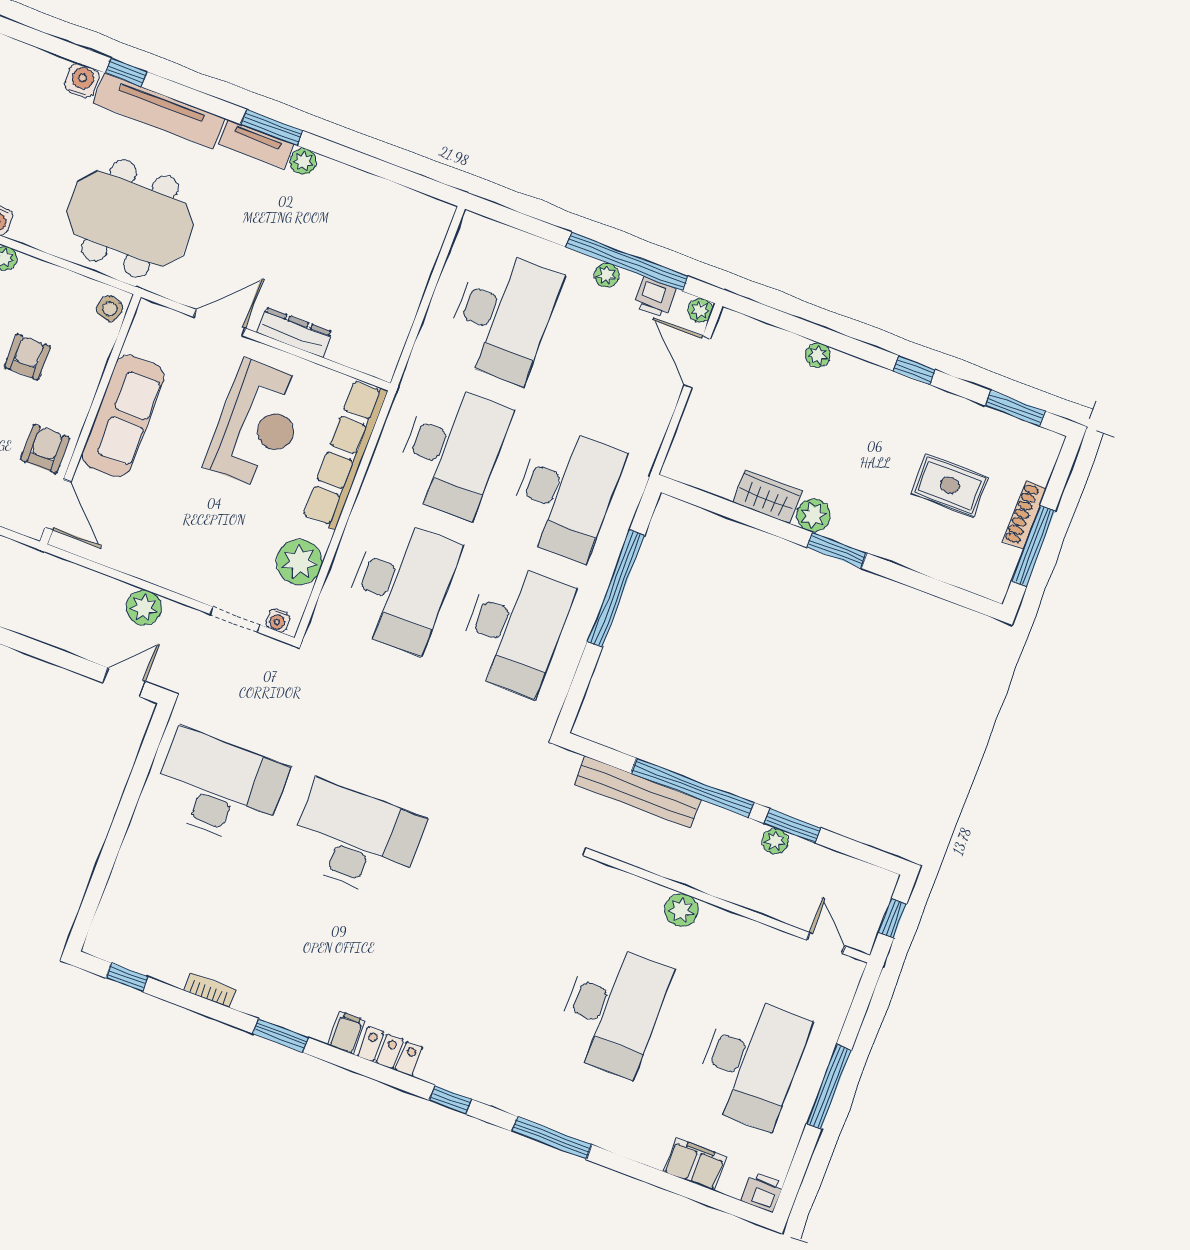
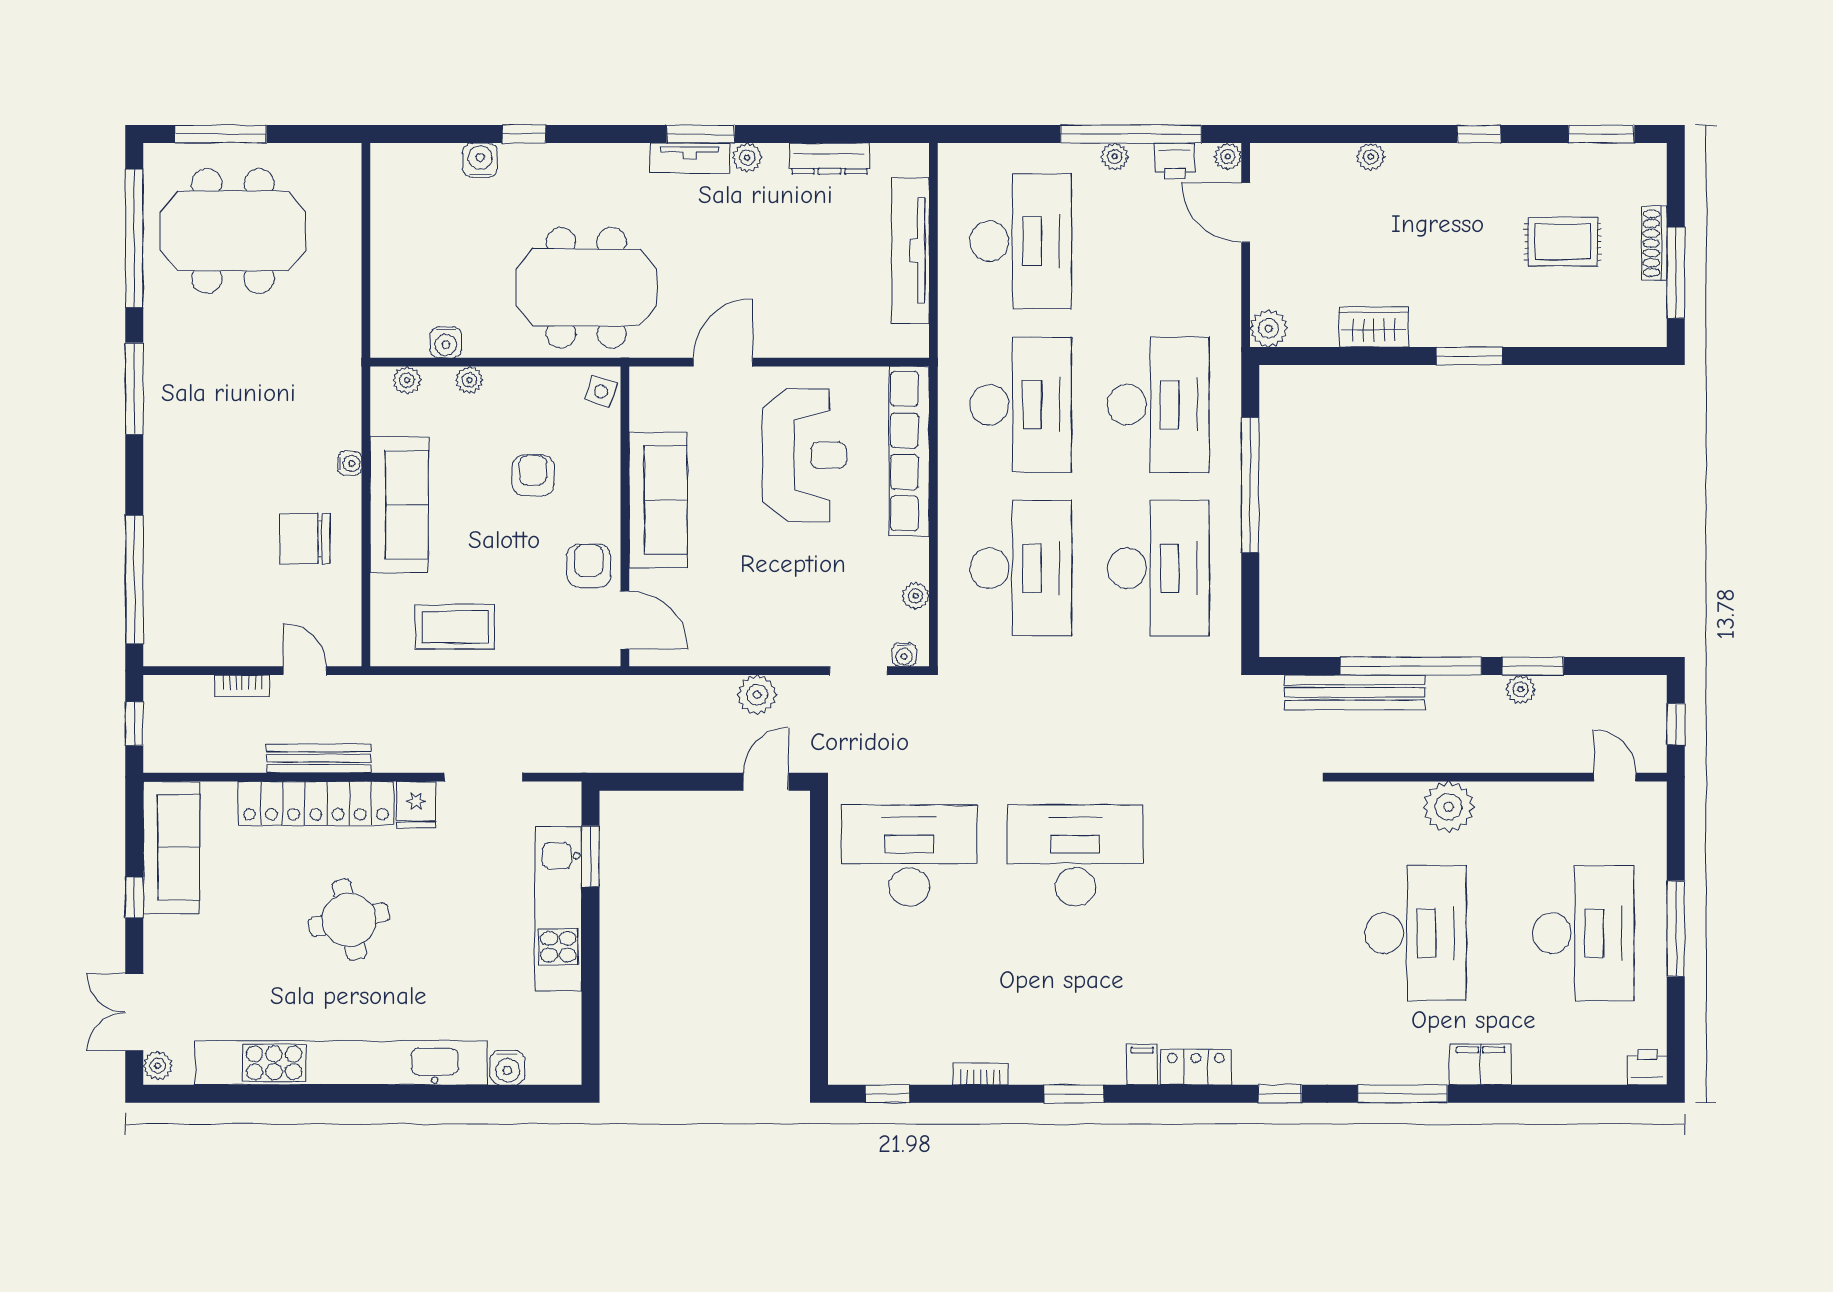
tv unit: (159, 111) -> (910, 250), moved, turned 90
dresser: (294, 332) -> (830, 159), moved, turned 180
plant: (813, 515) -> (1269, 328), moved
plant: (299, 562) -> (916, 596), width x0.53, depth x0.53
plant: (681, 910) -> (1449, 807), width x1.36, depth x1.36
filing cabinet: (695, 1164) -> (1481, 1064), moved

